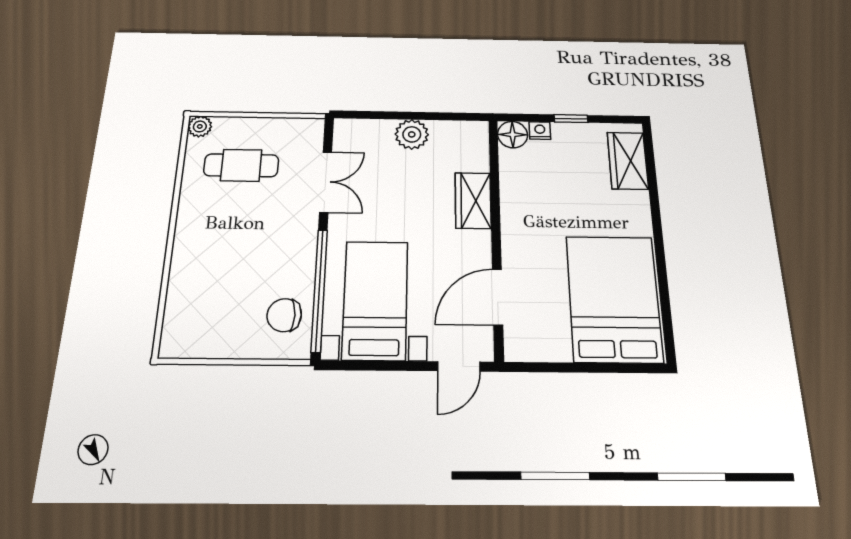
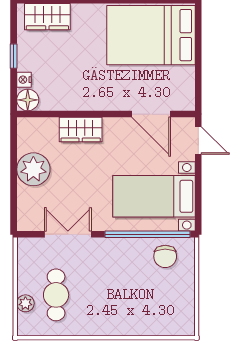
plant: (200, 126) -> (25, 303), moved
plant: (412, 134) -> (33, 169), width x1.36, depth x1.36

